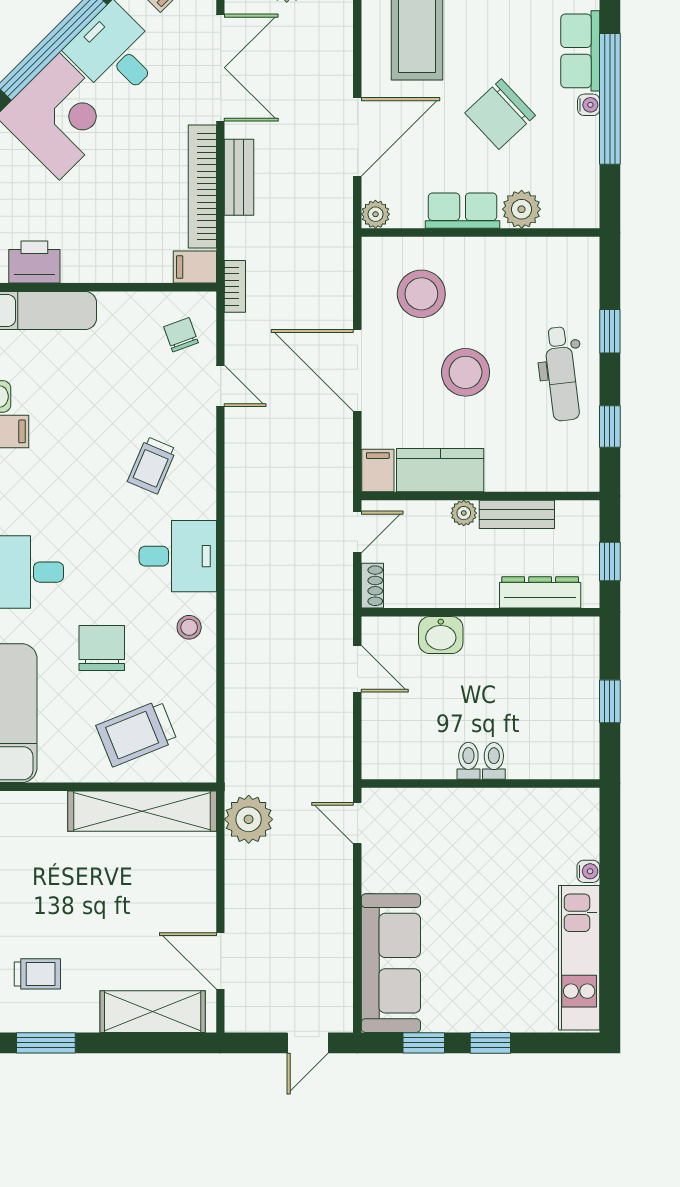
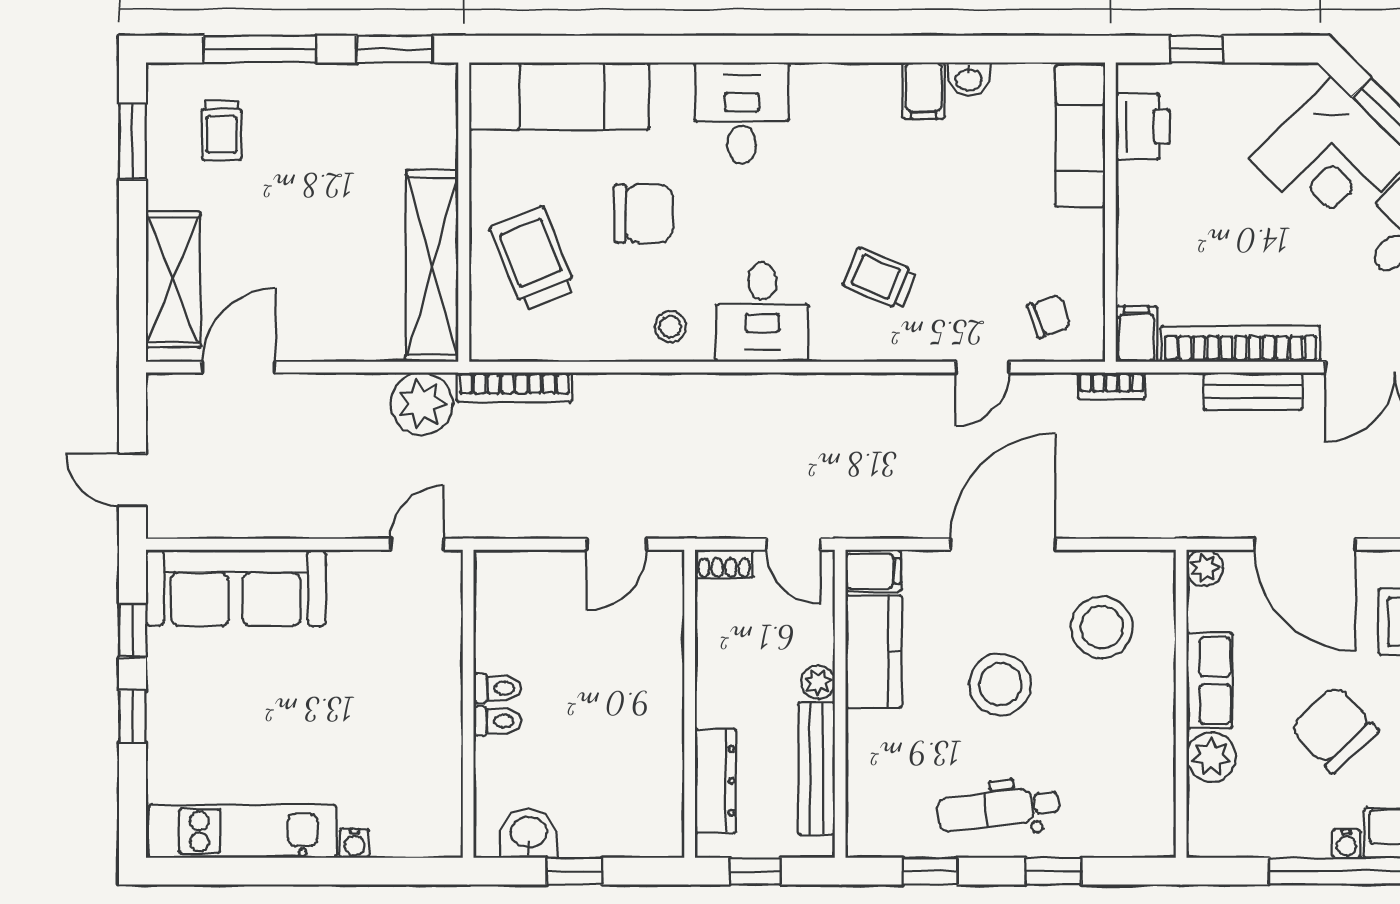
bench: (517, 514) -> (816, 769), width x1.36
washbasin: (441, 635) -> (529, 834), moved, turned 90
bookcase: (236, 748) -> (514, 387), added

